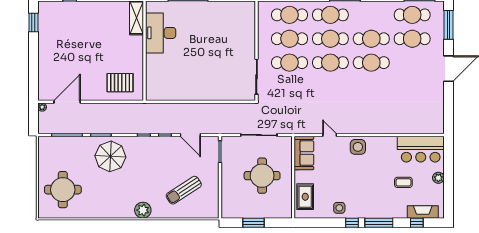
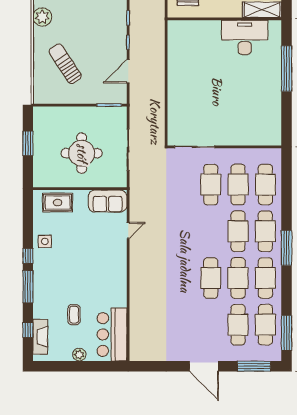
cafe table: (330, 63) -> (265, 278), moved
side table: (358, 147) -> (115, 263), removed

